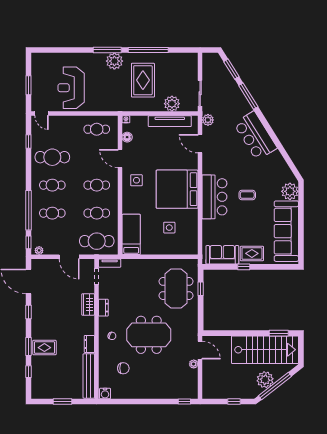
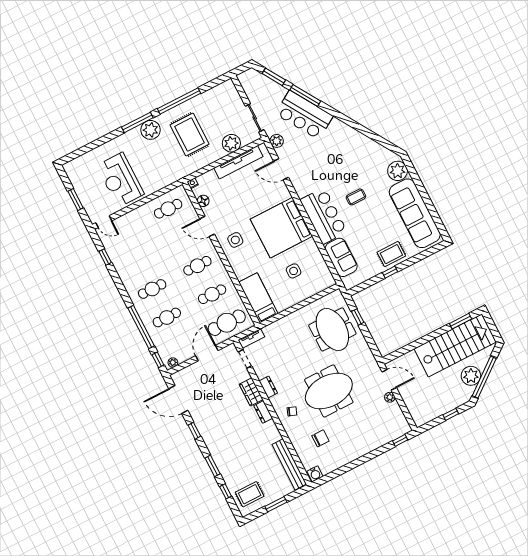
bar counter: (255, 136) -> (304, 115), moved
cafe table: (52, 157) -> (138, 260), removed
sofa: (222, 255) -> (341, 257), moved, turned 90
door: (69, 257) -> (207, 353), swing flipped
dresser: (89, 344) -> (263, 412), moved
rug: (44, 348) -> (250, 494), moved

